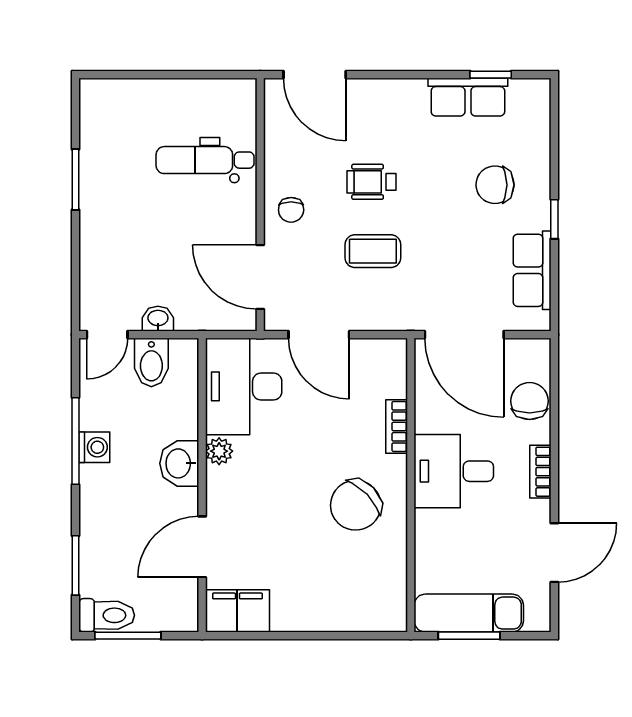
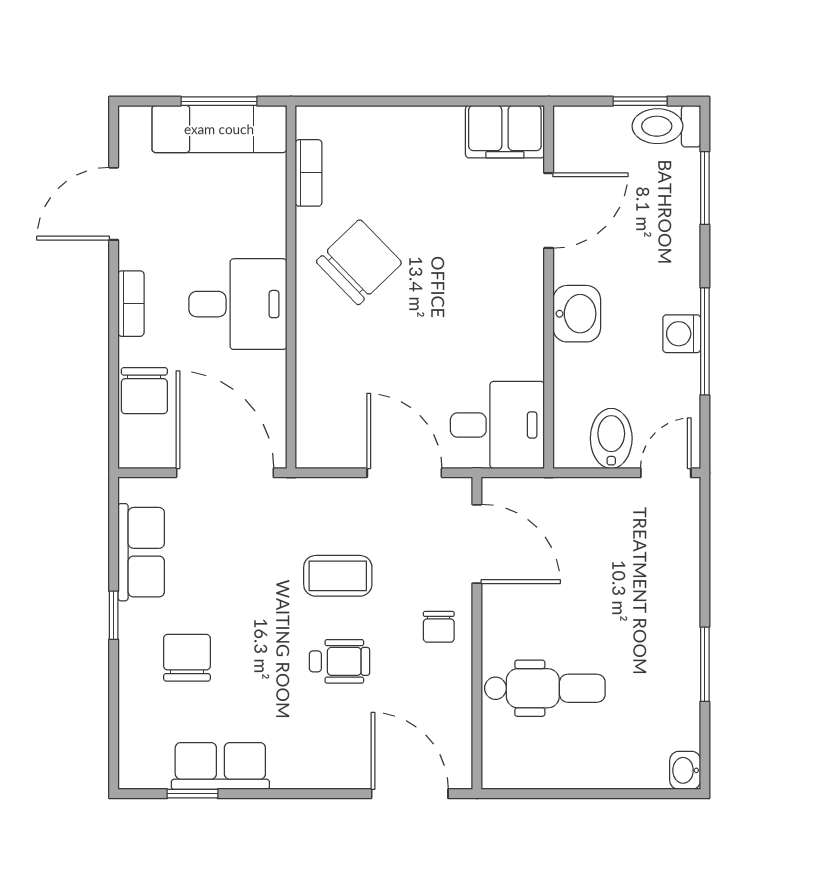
chair: (495, 185) -> (187, 658), turned -90
chair: (291, 210) -> (439, 627), turned 180
washbasin: (158, 319) -> (685, 770), moved, turned 90
desk: (244, 386) -> (497, 425), width x0.73
bookcase: (397, 426) -> (309, 173), moved
plant: (219, 451) -> (528, 329), removed
window: (128, 636) -> (640, 101), width x0.67

